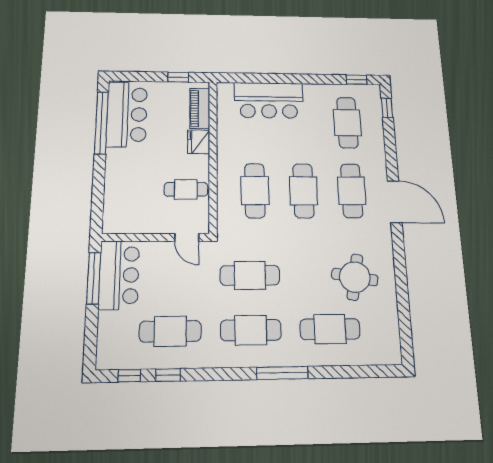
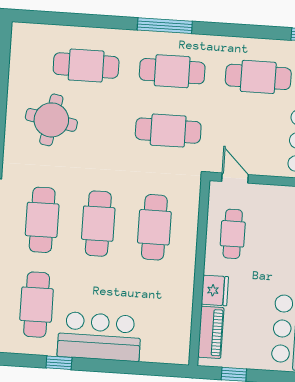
window: (357, 80) -> (59, 363), moved
bar counter: (269, 100) -> (99, 336), moved
cafe table: (186, 189) -> (233, 234), turned 90
window: (282, 373) -> (165, 26), moved
window: (168, 375) -> (263, 32), removed

